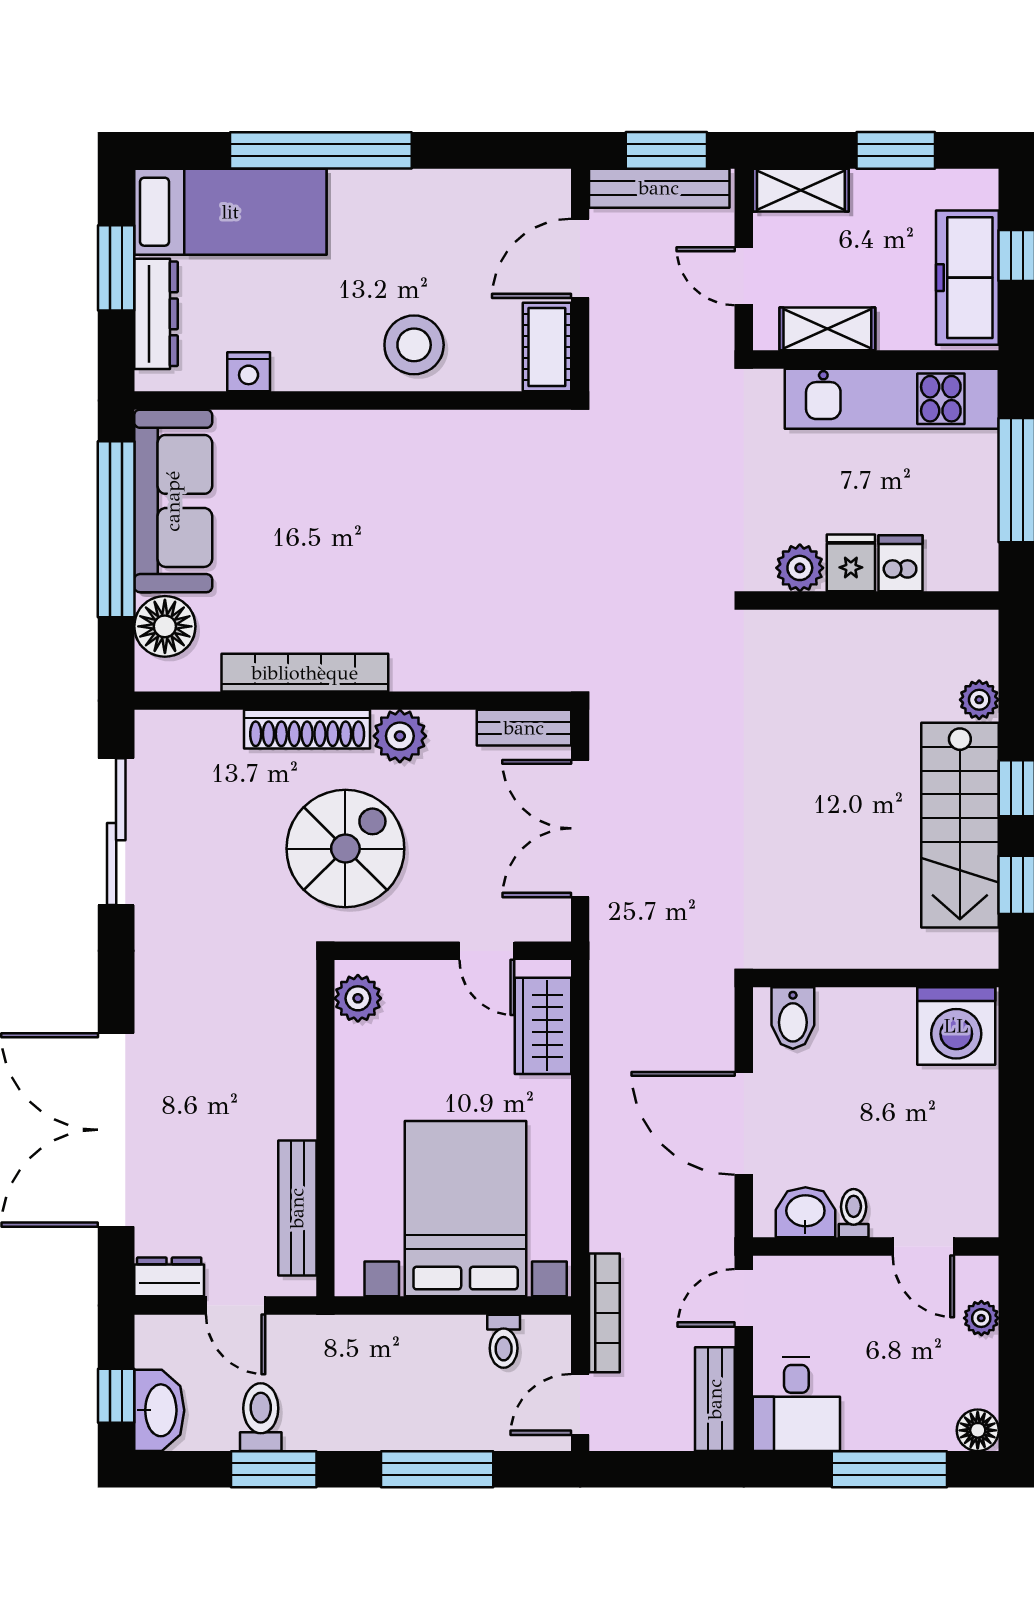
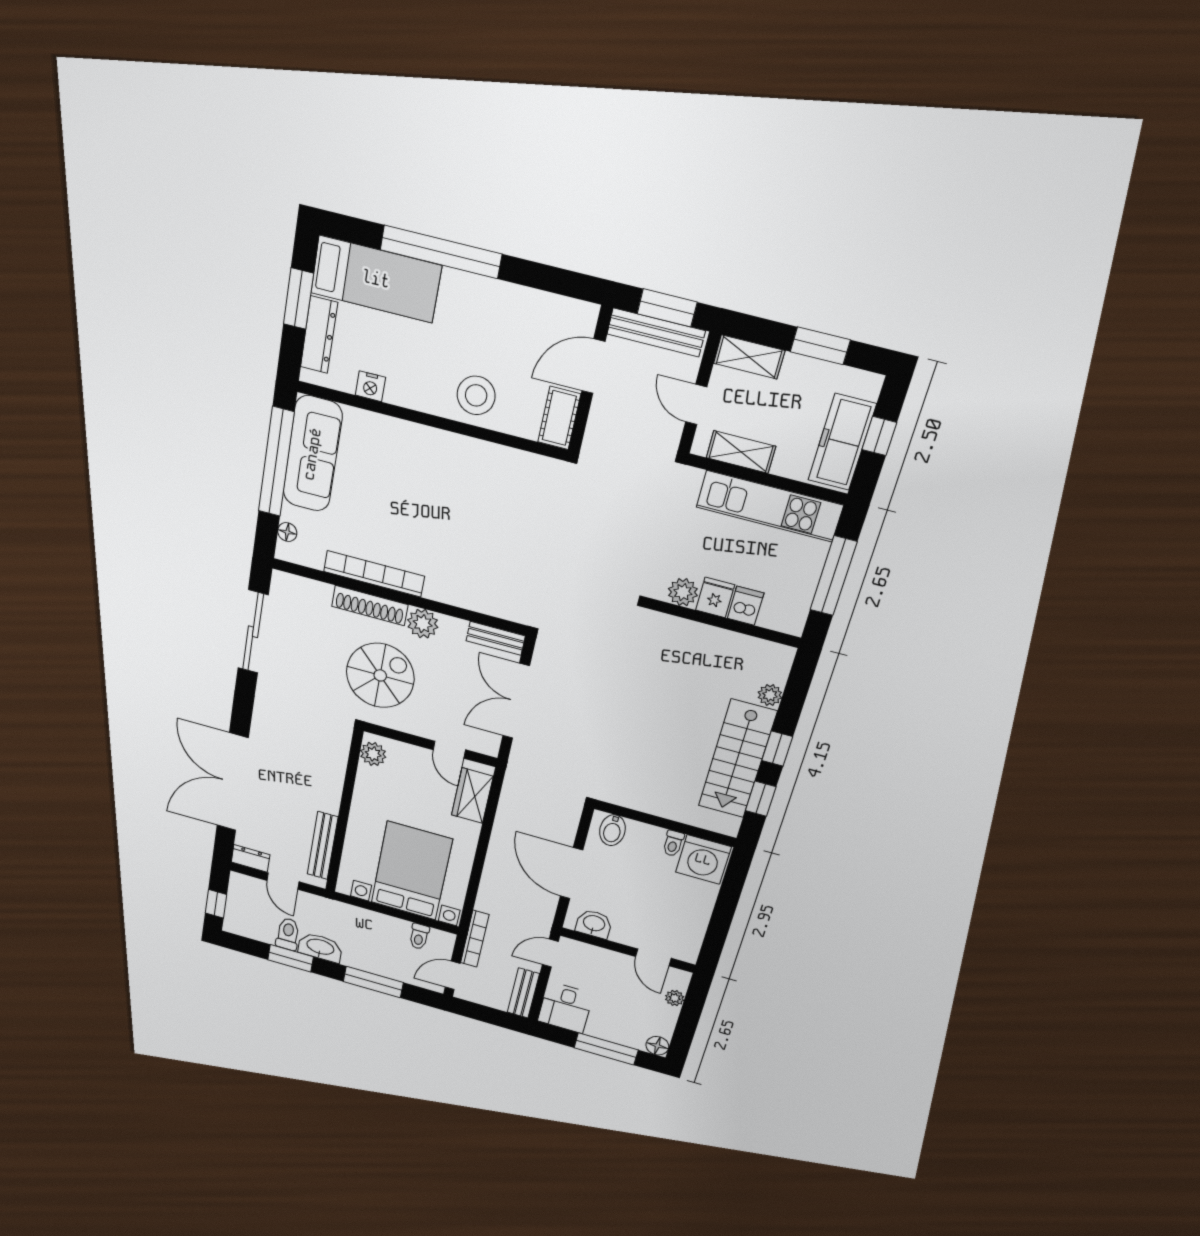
floor lamp: (165, 626) -> (287, 532), width x0.53, depth x0.53
toilet: (854, 1213) -> (673, 843), moved, turned 180
washbasin: (159, 1410) -> (320, 947), moved, turned -90

